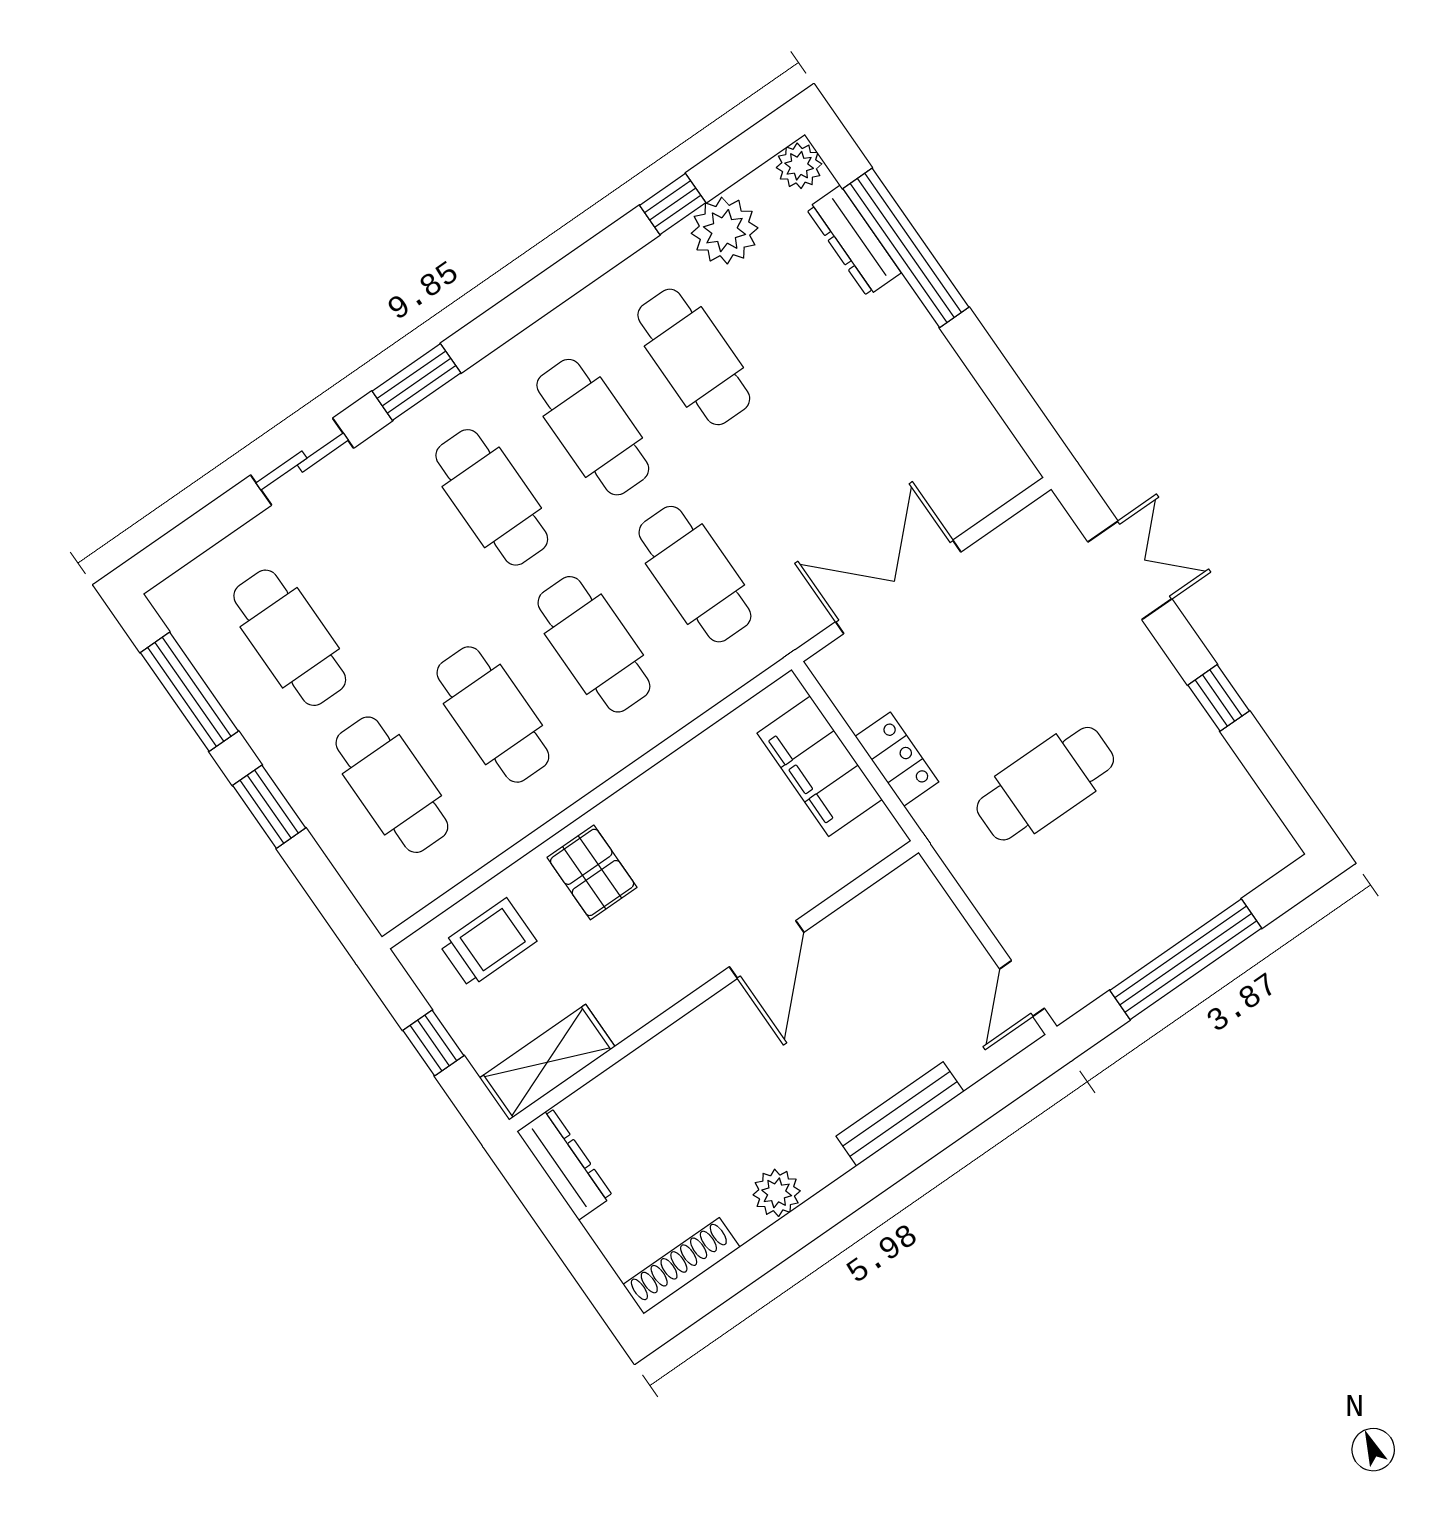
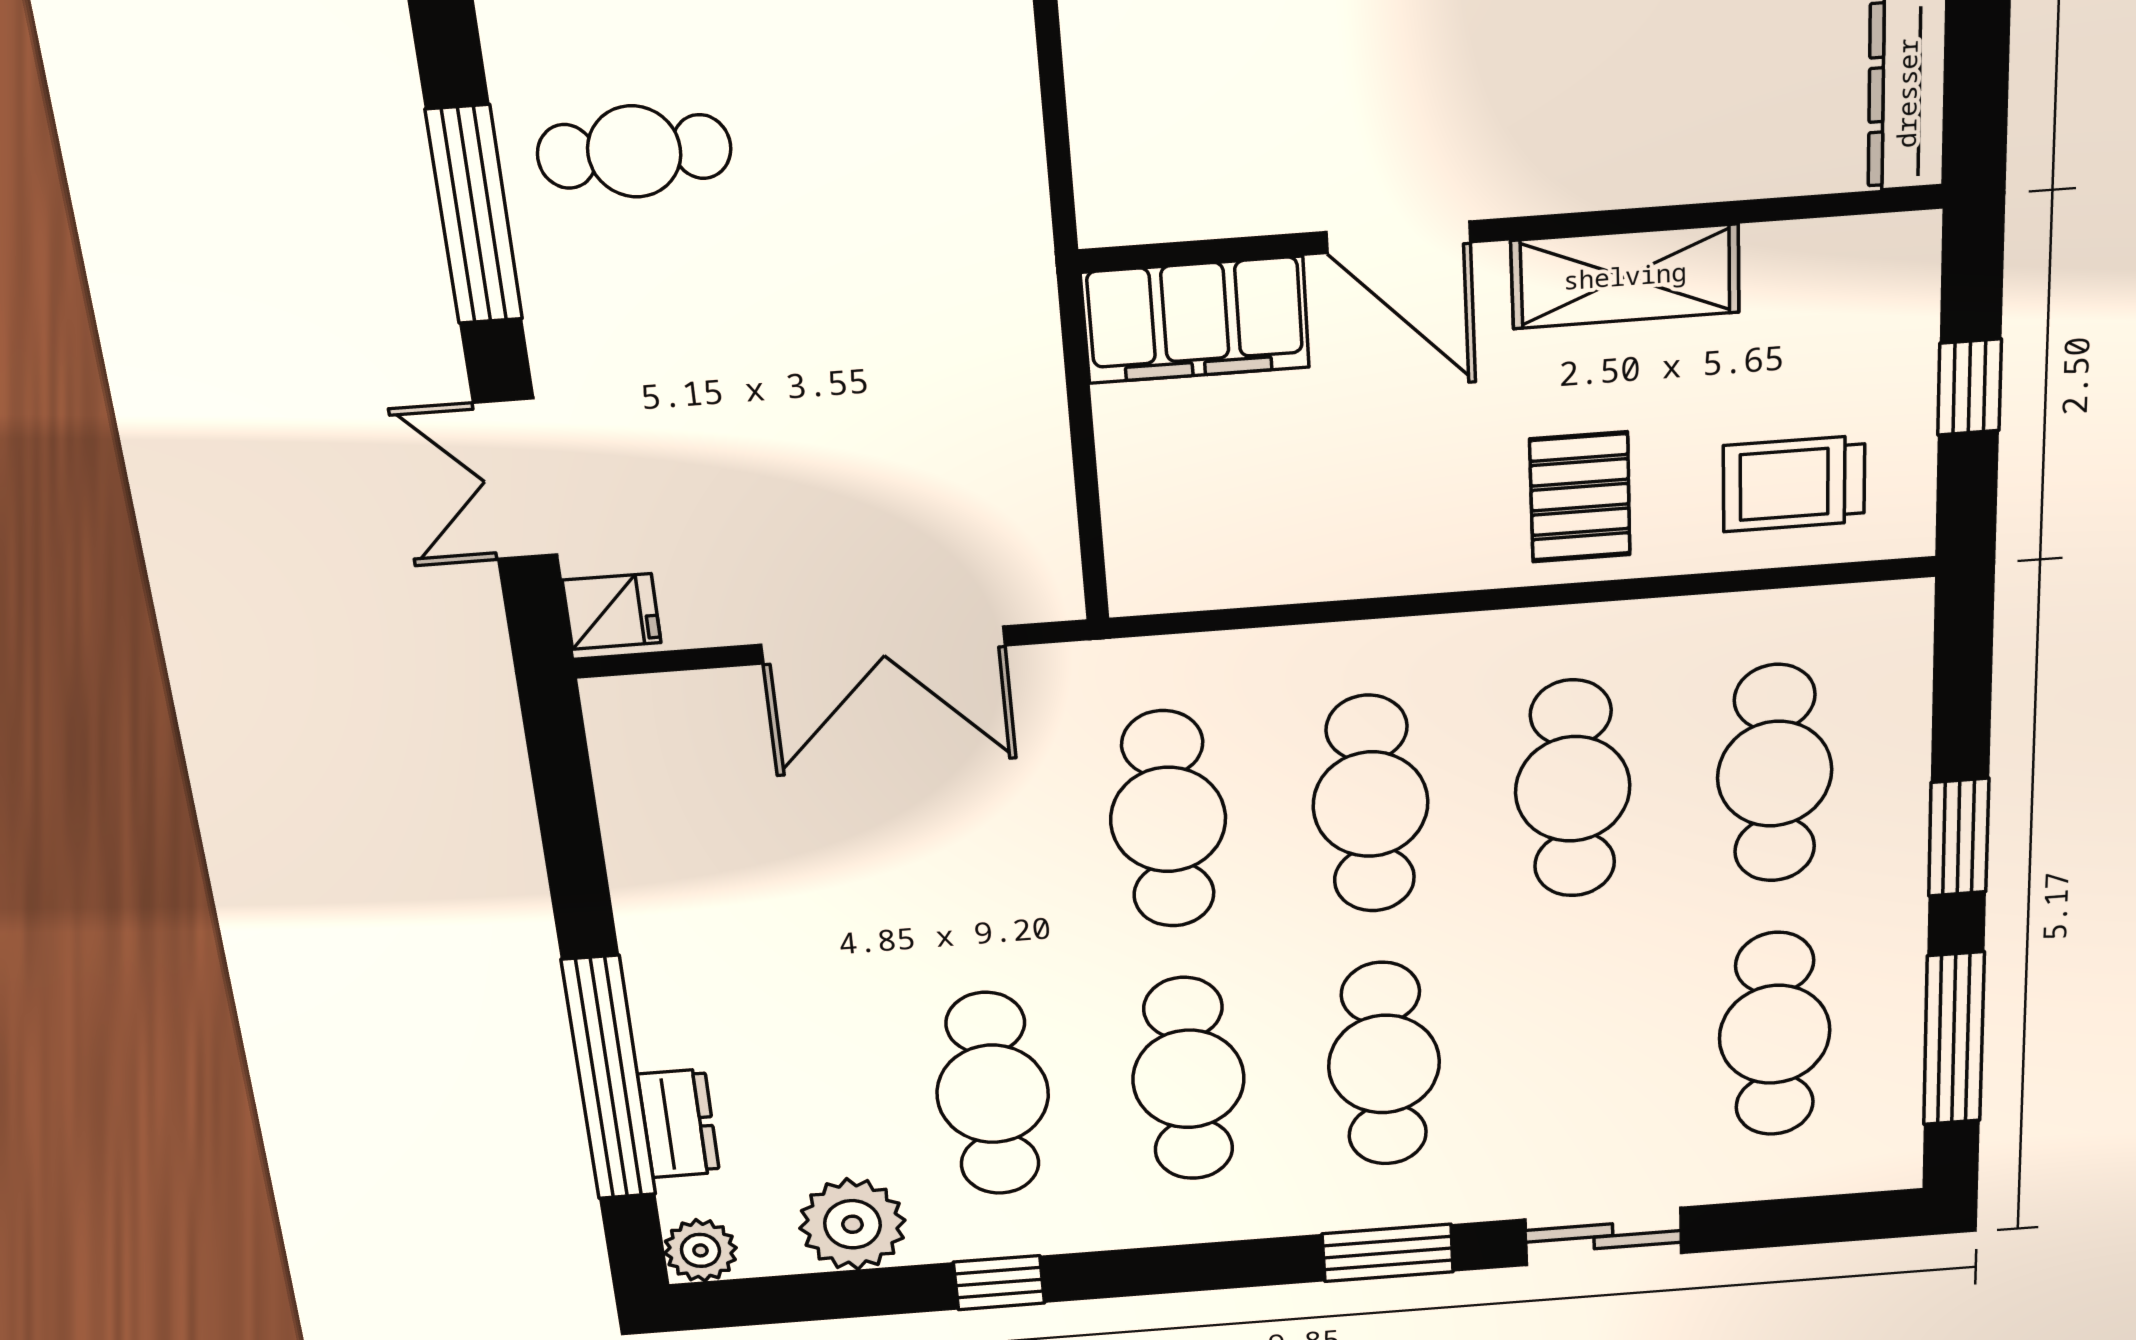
window: (673, 204) -> (999, 1283), moved
dresser: (854, 241) -> (679, 1124), width x0.70
fridge: (1045, 526) -> (612, 611), added
window: (1219, 698) -> (474, 215), width x2.17
locker: (897, 759) -> (1030, 404), removed
filing cabinet: (820, 766) -> (1195, 320), moved, turned 90
cafe table: (1045, 784) -> (634, 151), moved, width x0.73, depth x0.74
door: (767, 949) -> (1398, 237), swing flipped
shelving: (547, 1062) -> (1625, 276), moved

